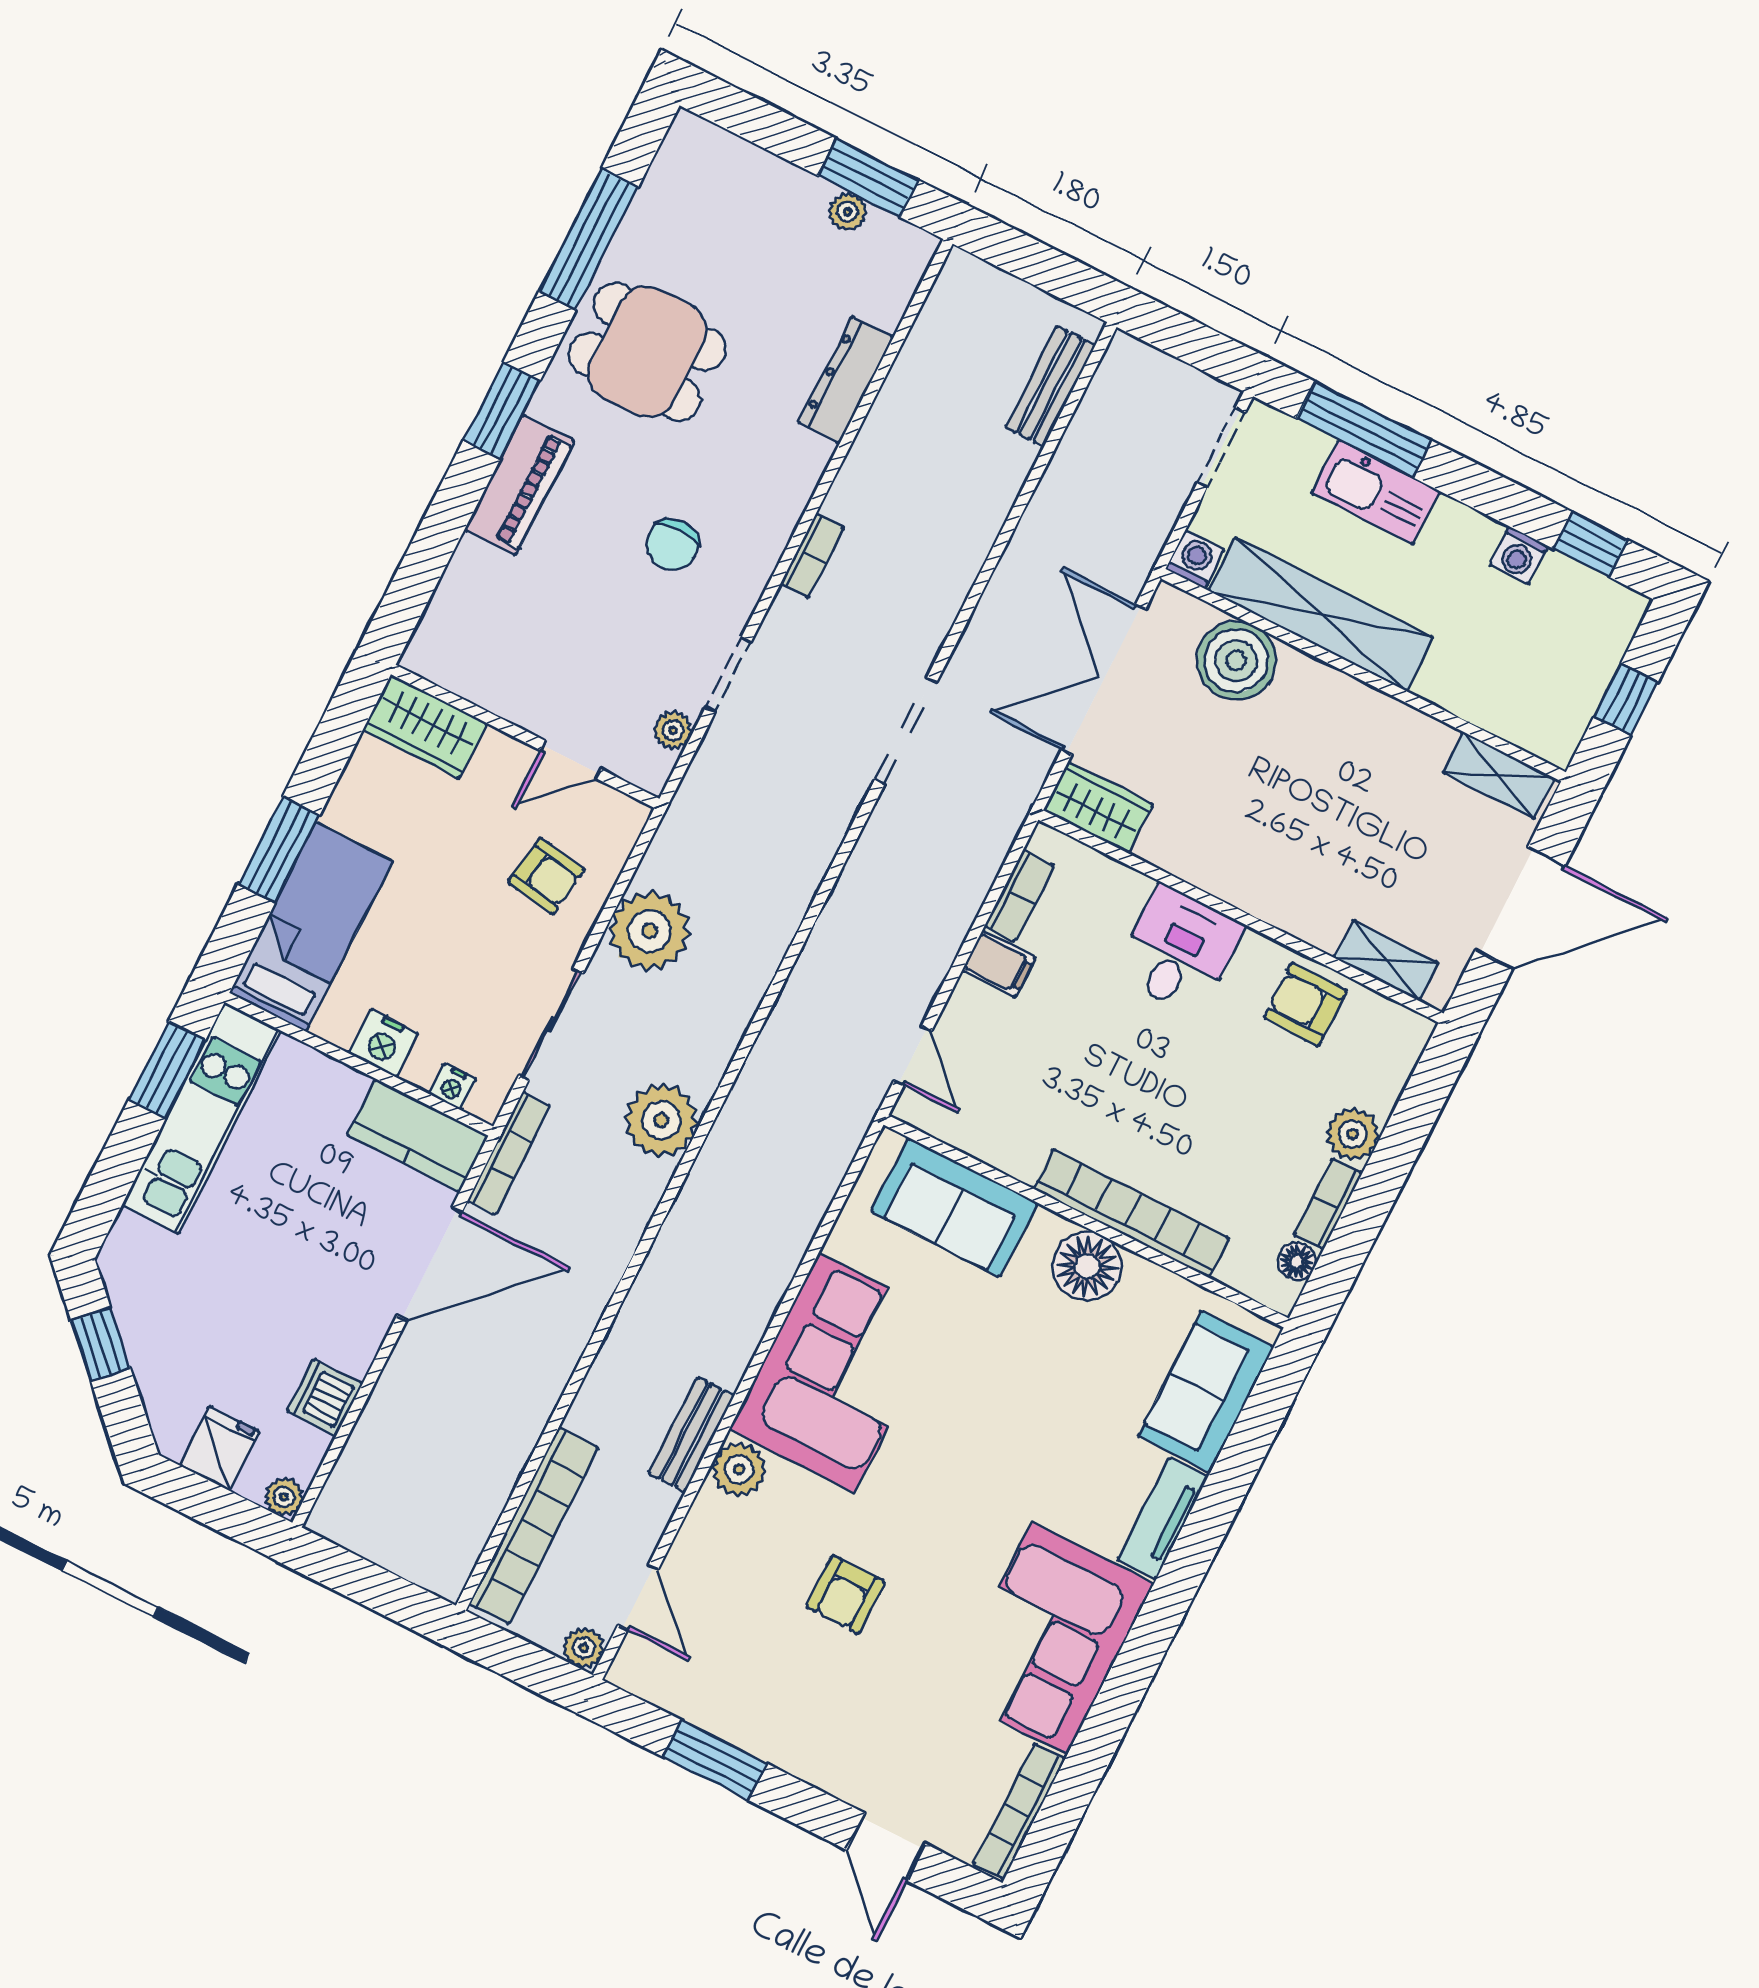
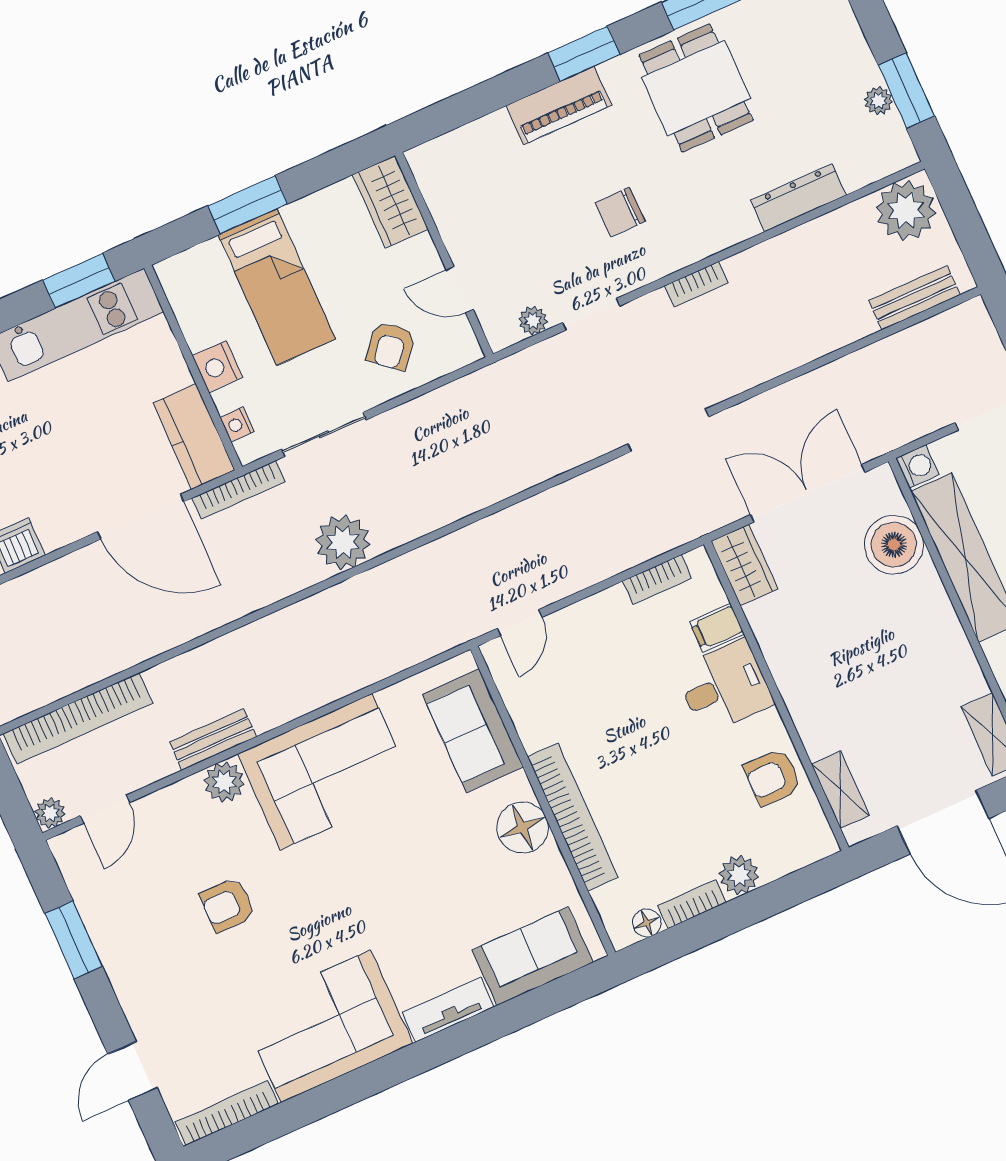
armchair: (546, 876) -> (391, 346), turned 31
bed: (311, 927) -> (277, 287), moved, turned 90
plant: (649, 931) -> (906, 210), moved
filing cabinet: (999, 964) -> (717, 628), moved, turned 90
armchair: (1305, 1004) -> (773, 777), turned -90

